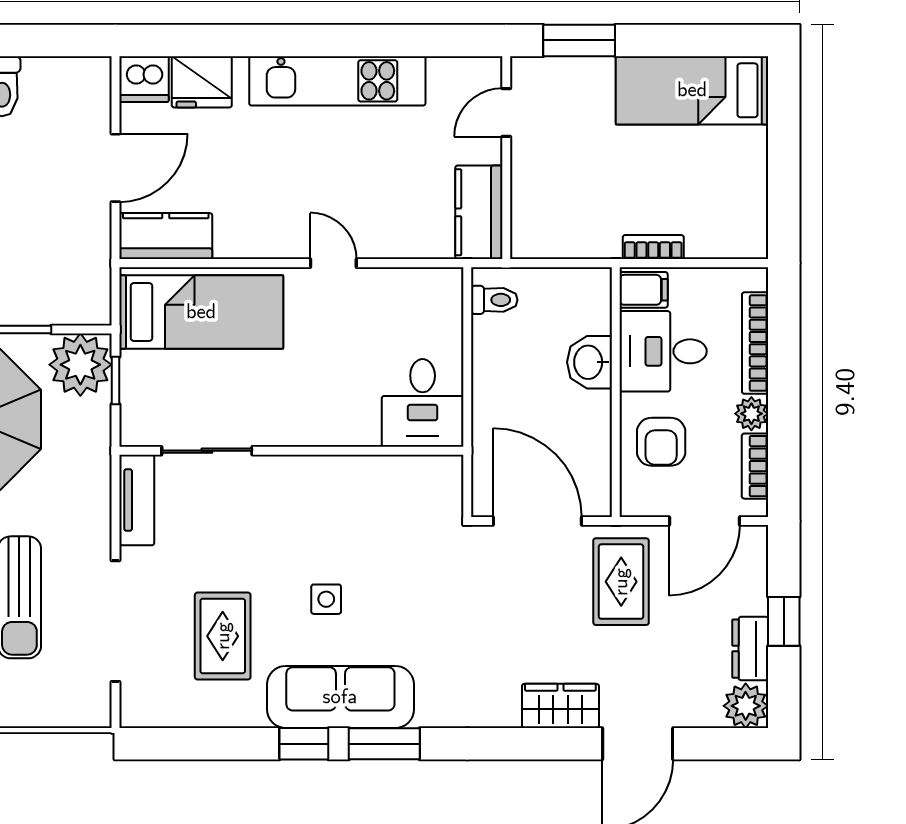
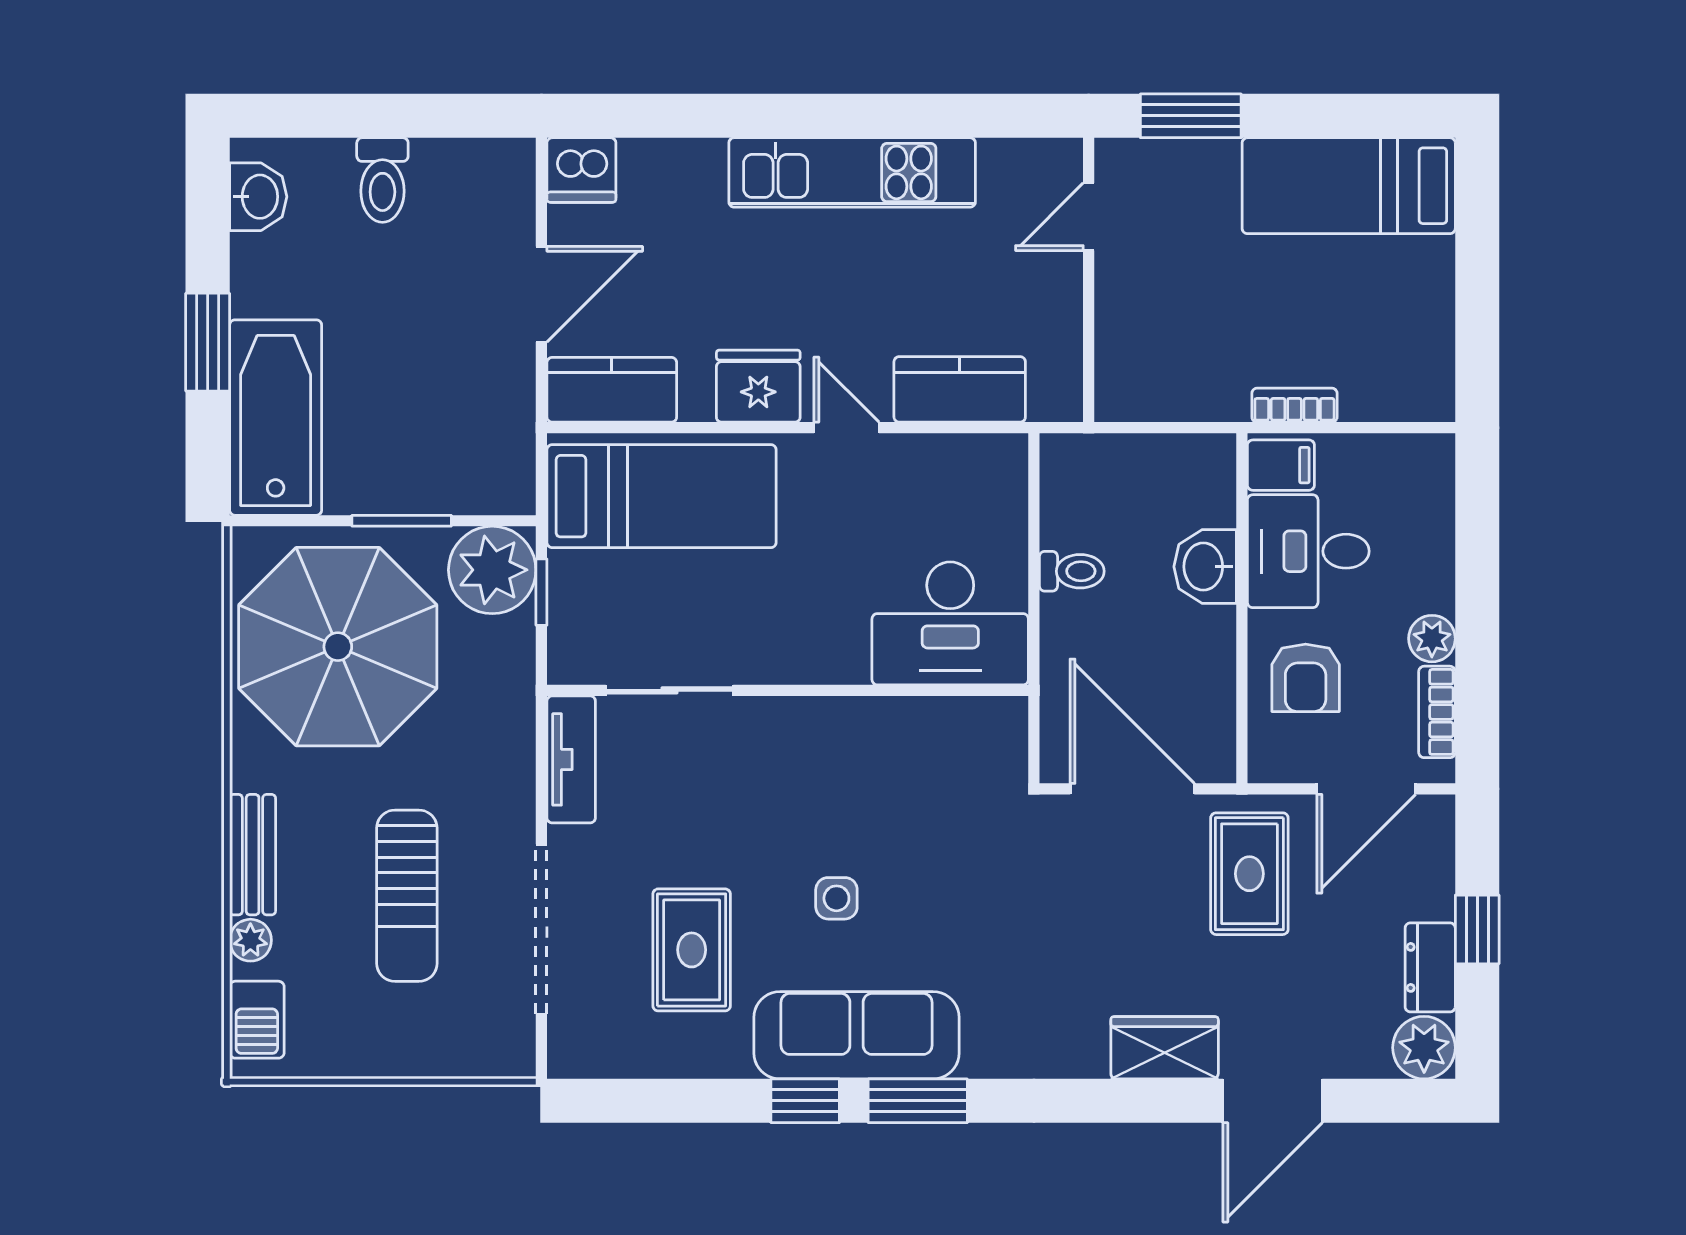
fridge: (202, 82) -> (758, 386), moved, turned 180
kitchen counter: (479, 212) -> (960, 389), moved, turned 90
toilet: (494, 300) -> (1072, 571), moved
bookcase: (755, 343) -> (1437, 540), removed
desk: (423, 403) -> (950, 623), width x1.37

